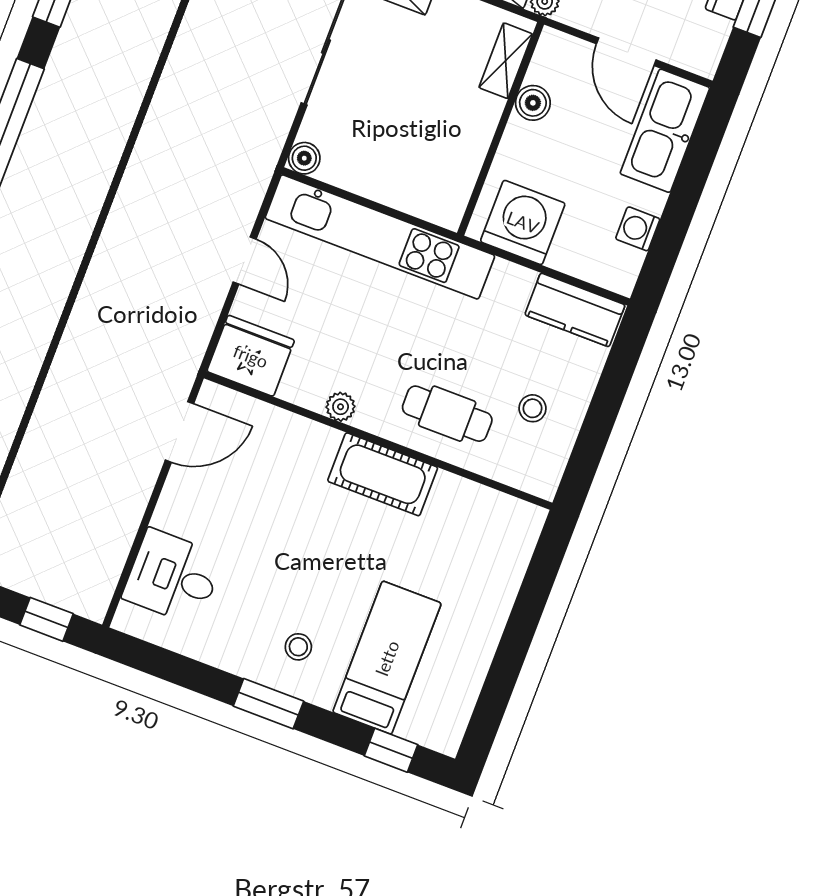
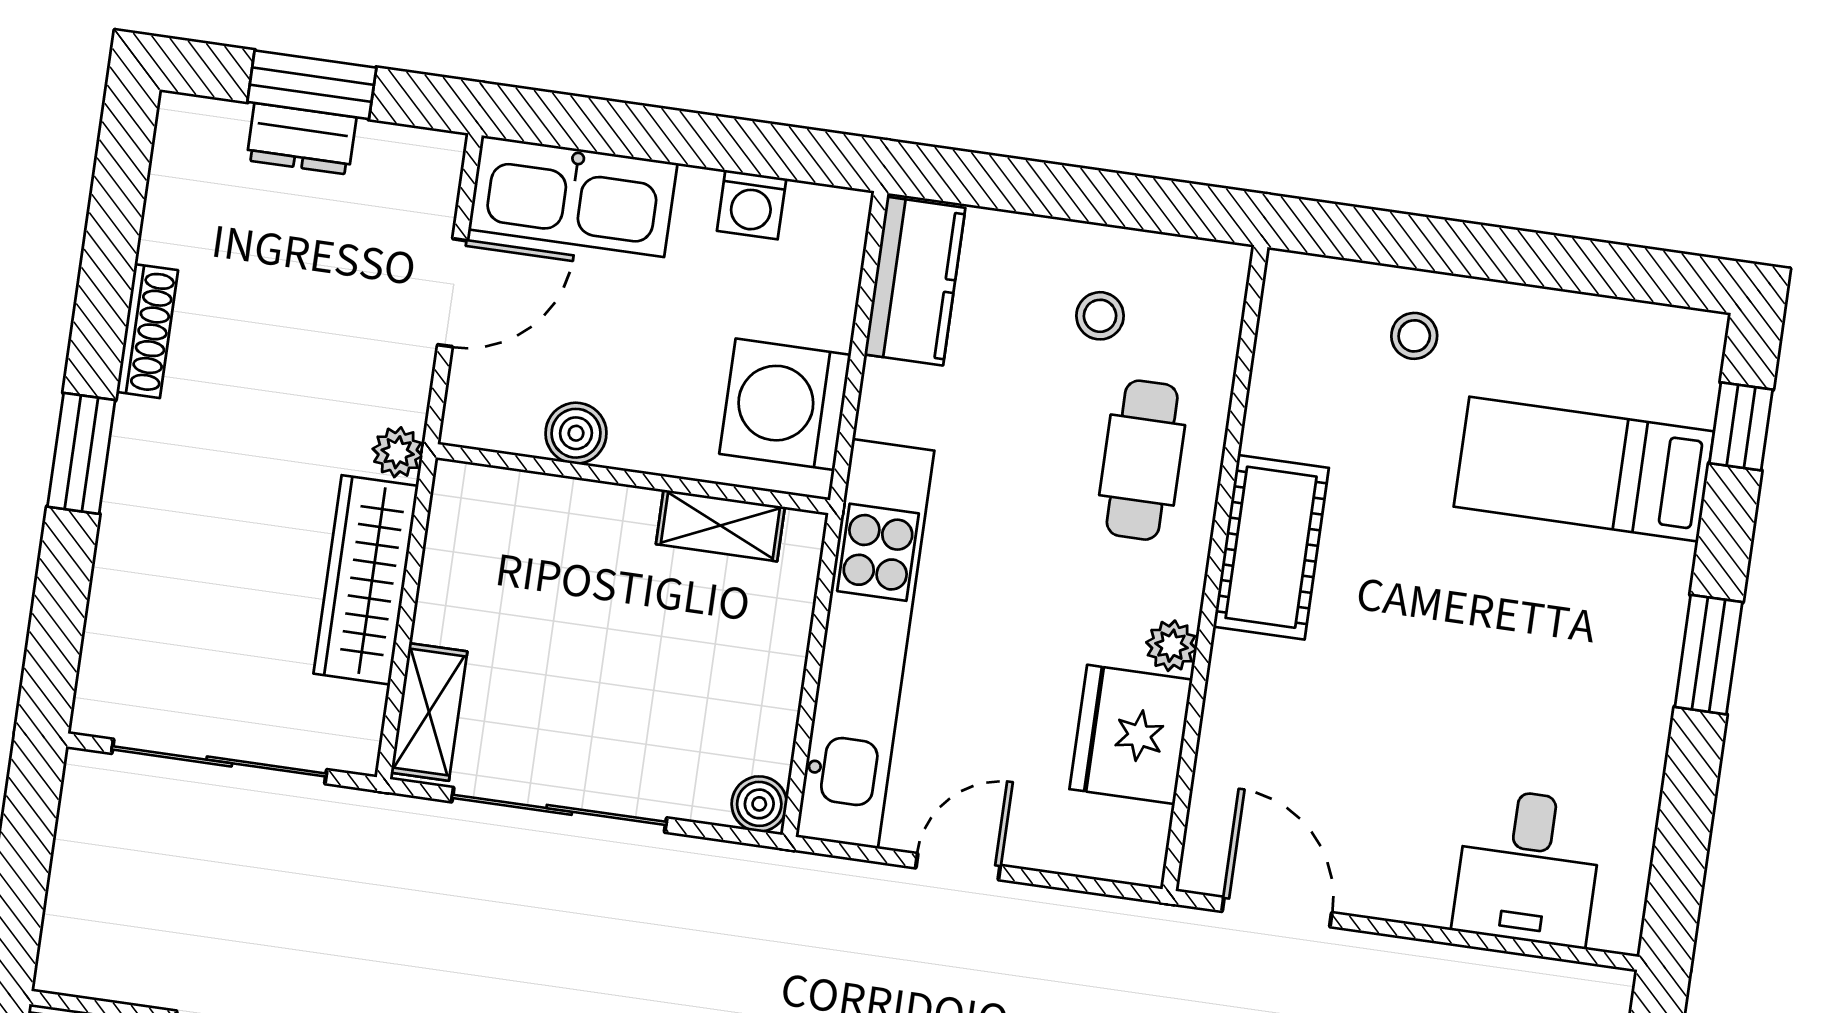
shelving: (506, 61) -> (720, 526), moved
fridge: (251, 356) -> (1131, 734), moved
stool: (298, 647) -> (1414, 336), moved

